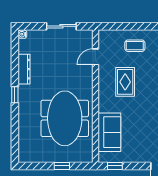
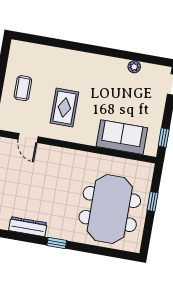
rug: (125, 82) -> (64, 108), turned 90
meeting table: (65, 118) -> (110, 209), moved, turned 90

